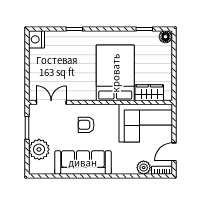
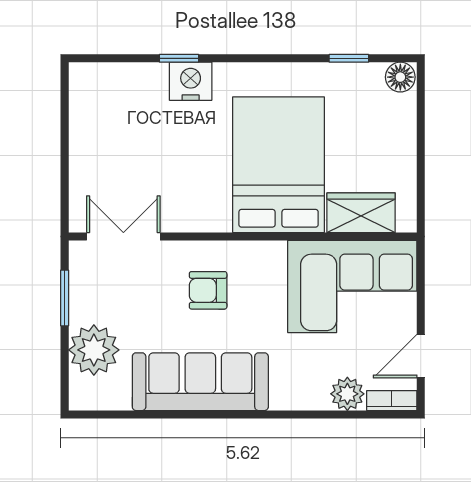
nightstand: (36, 39) -> (191, 81), moved, turned 90

